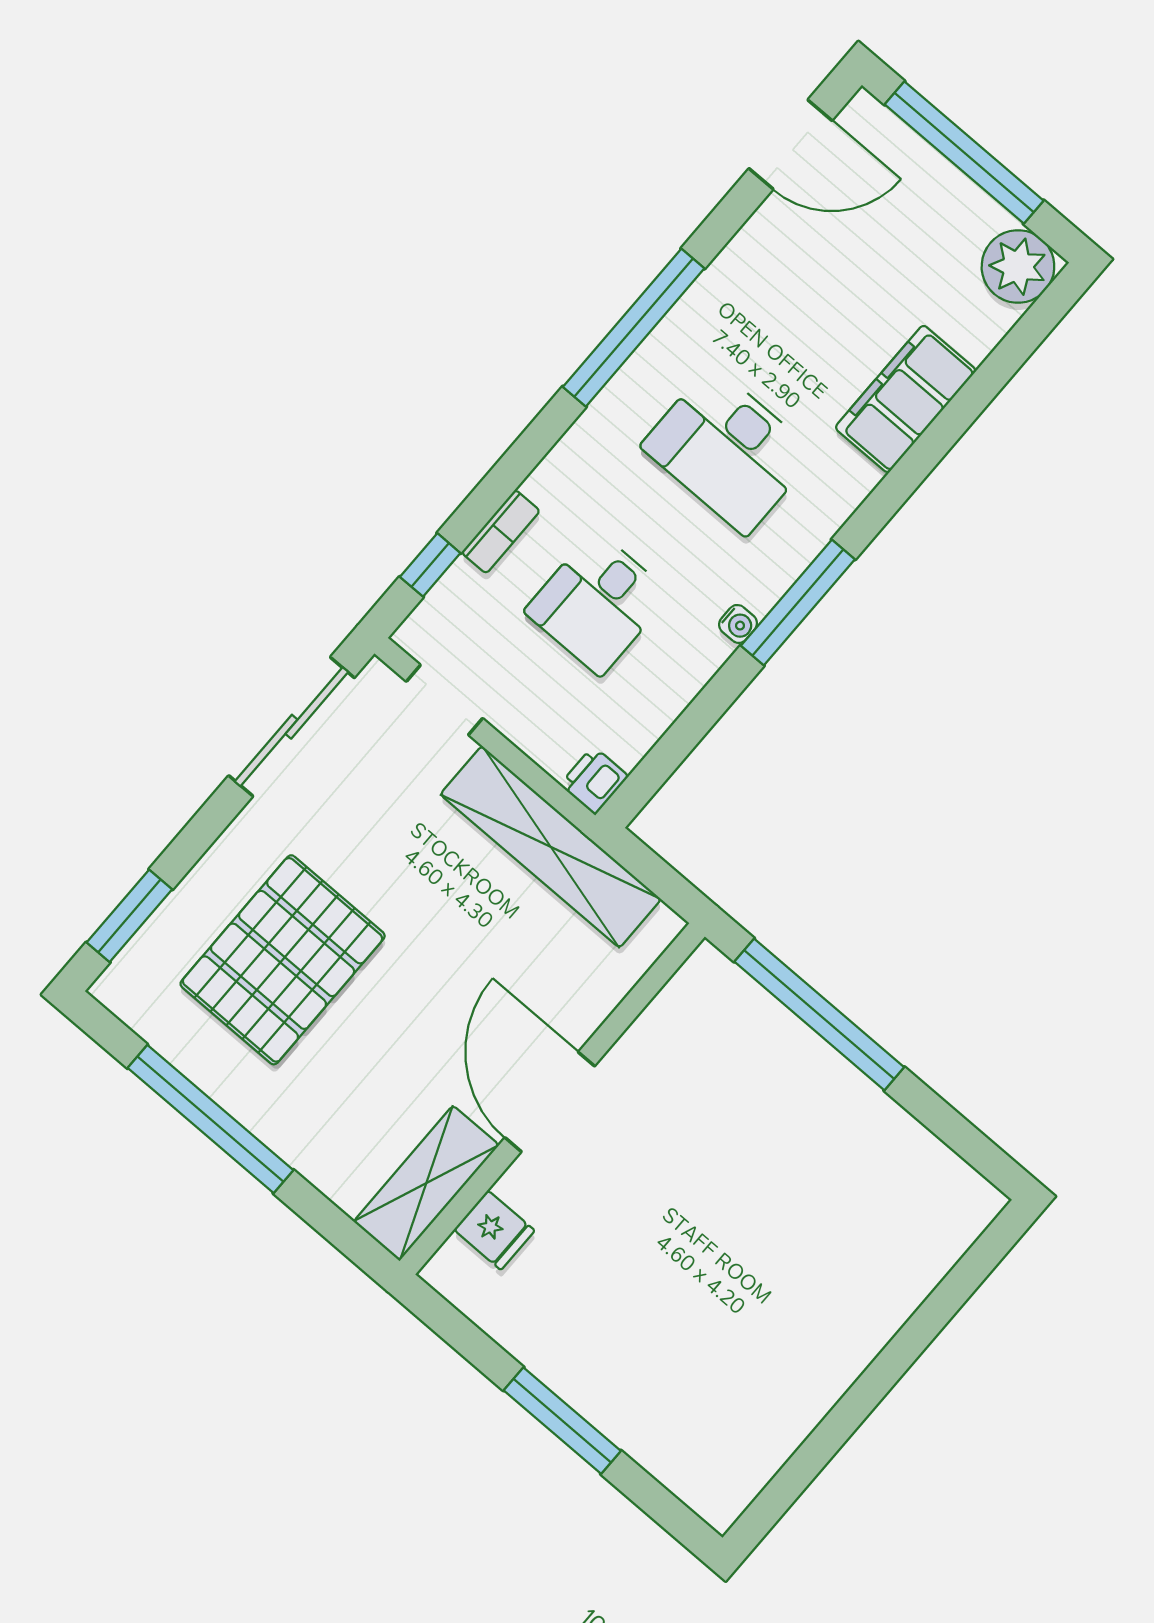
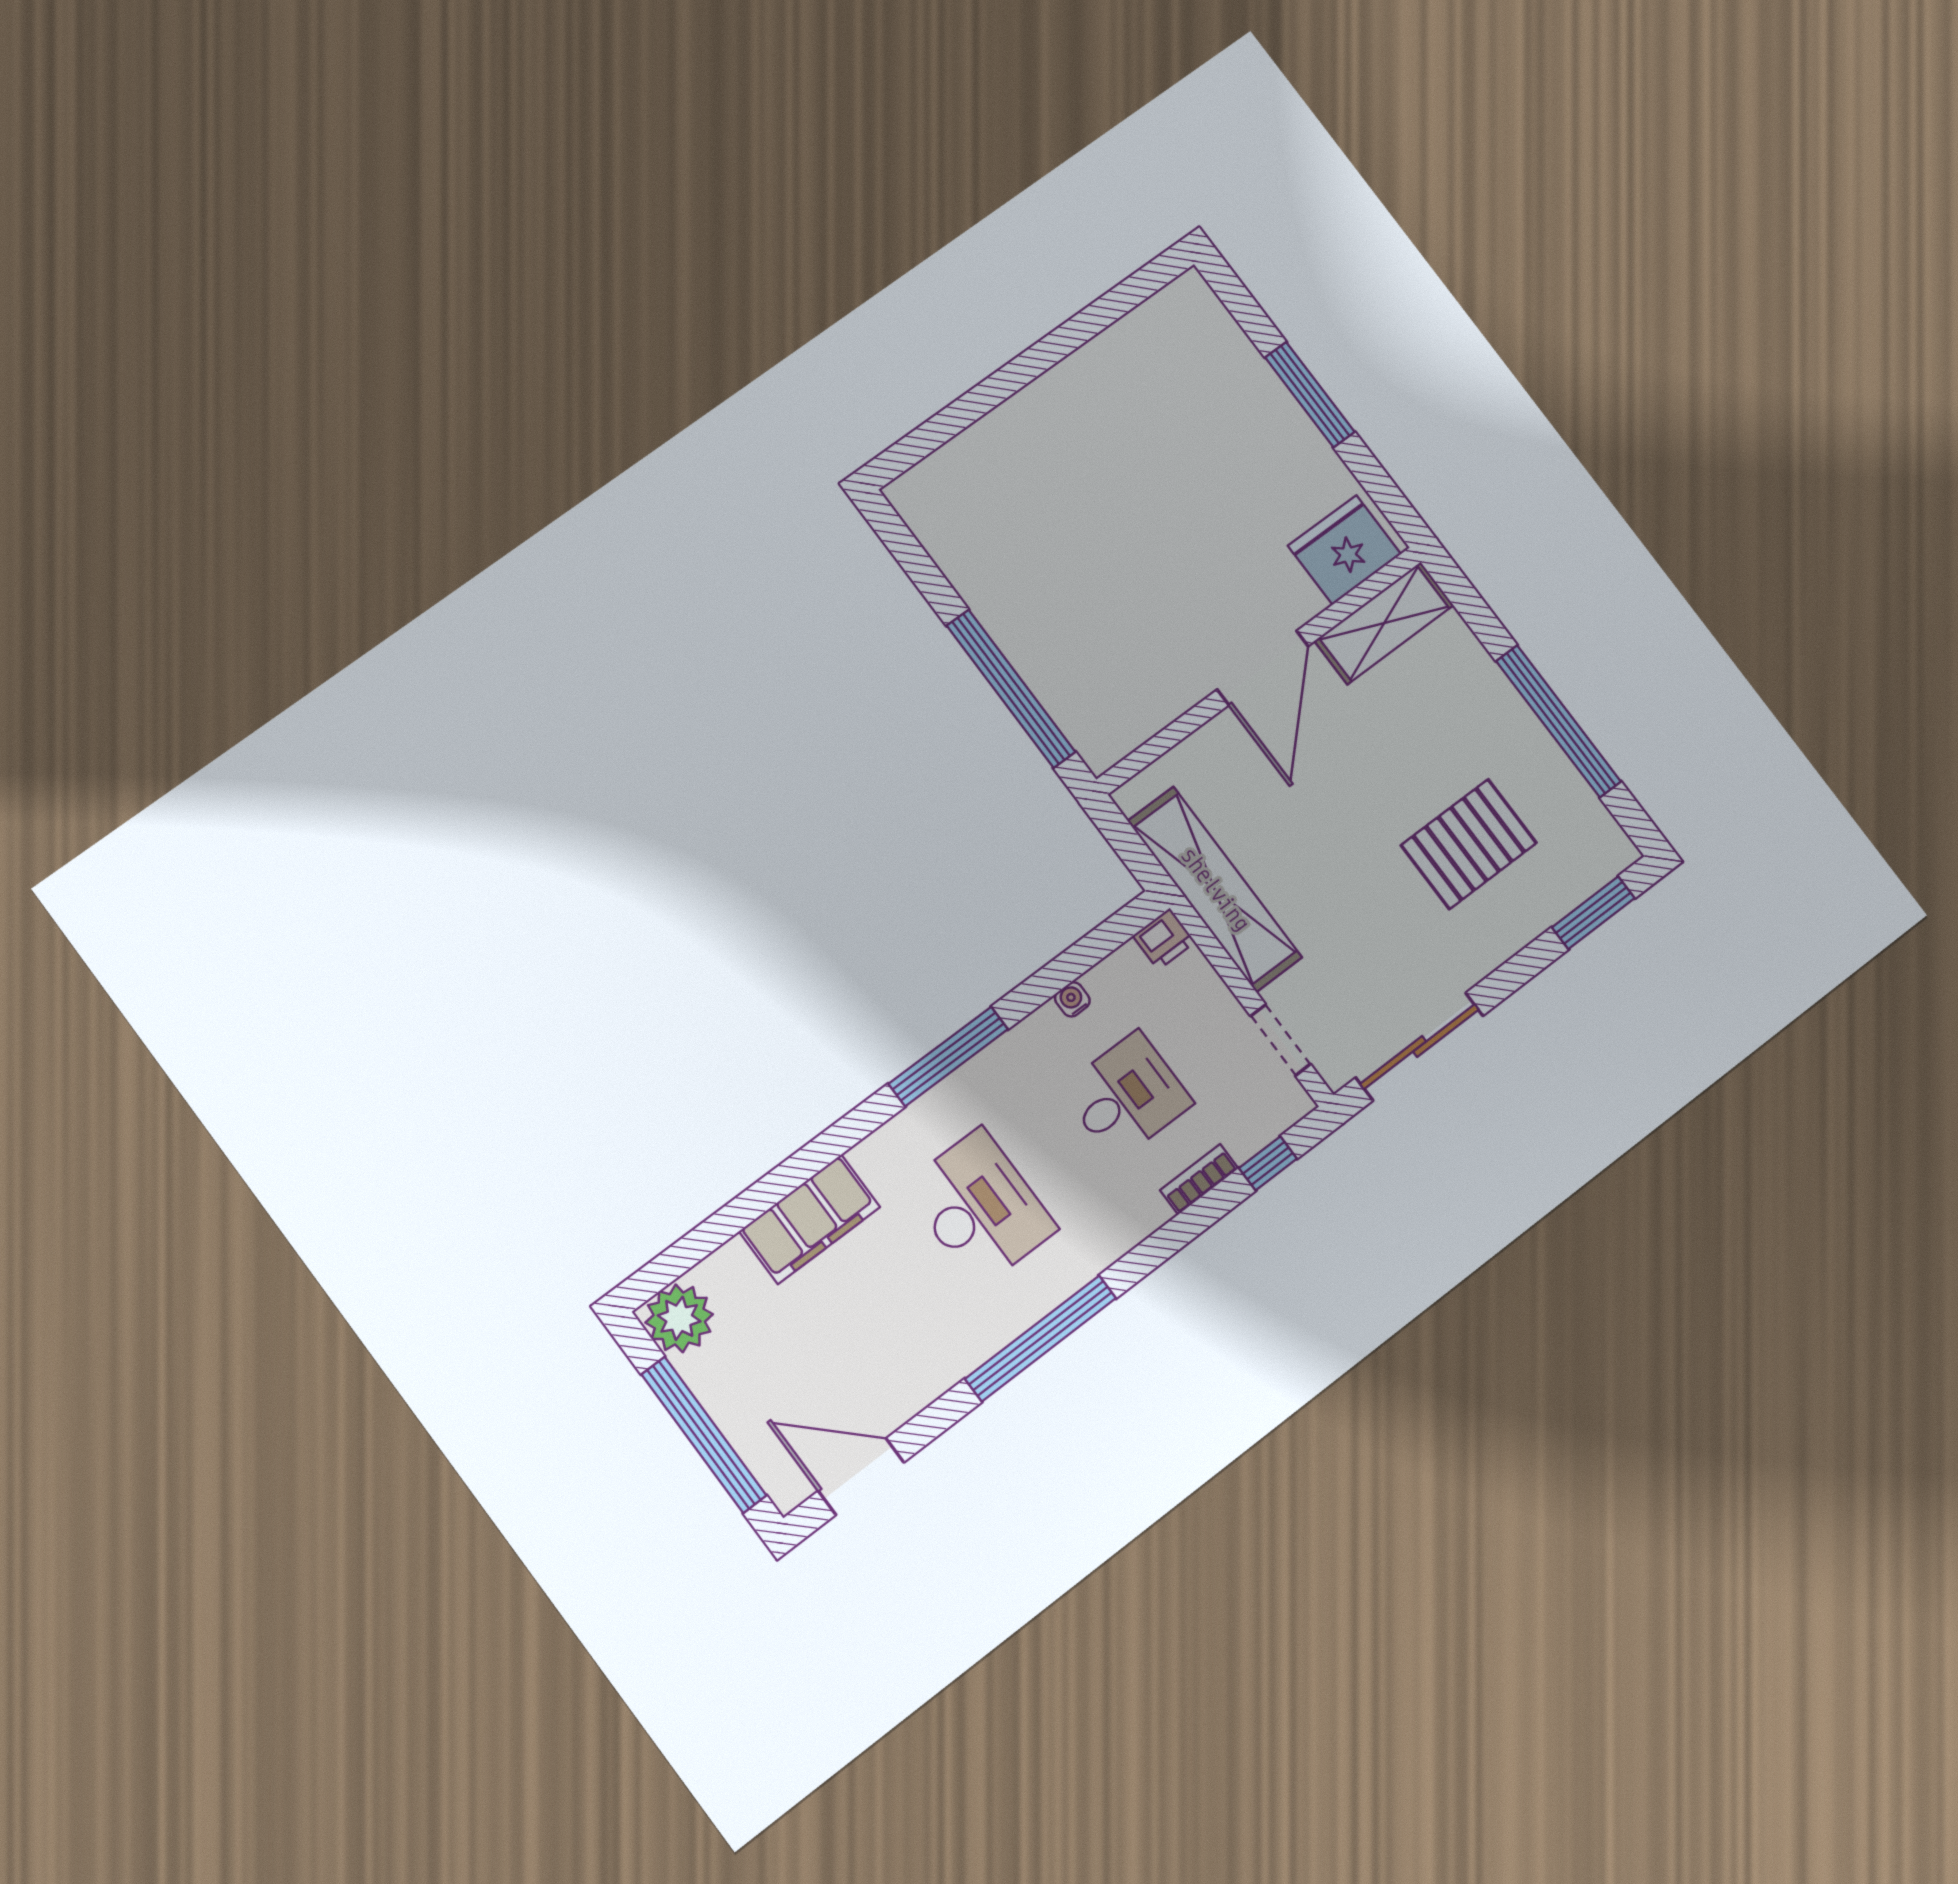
water cooler: (738, 624) -> (1072, 999), moved
pallet: (283, 960) -> (1469, 844), width x0.73, depth x0.71
fridge: (494, 1230) -> (1345, 550), width x1.88, depth x1.34

